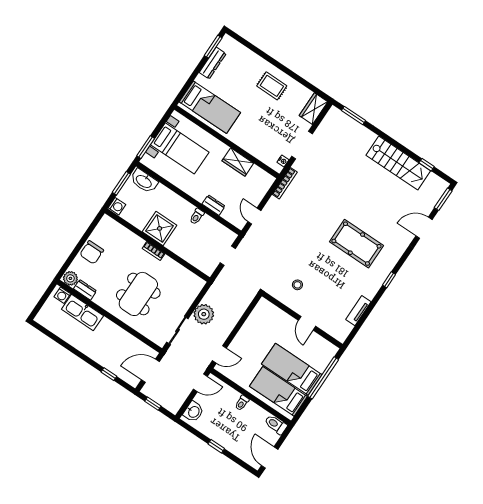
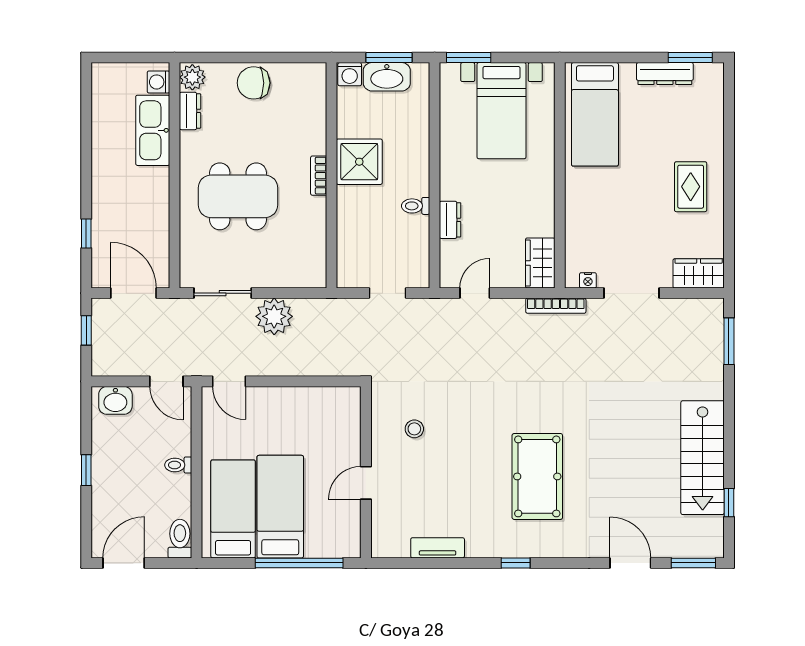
wardrobe: (238, 162) -> (540, 263), moved
washbasin: (144, 181) -> (387, 77), moved, turned -90

